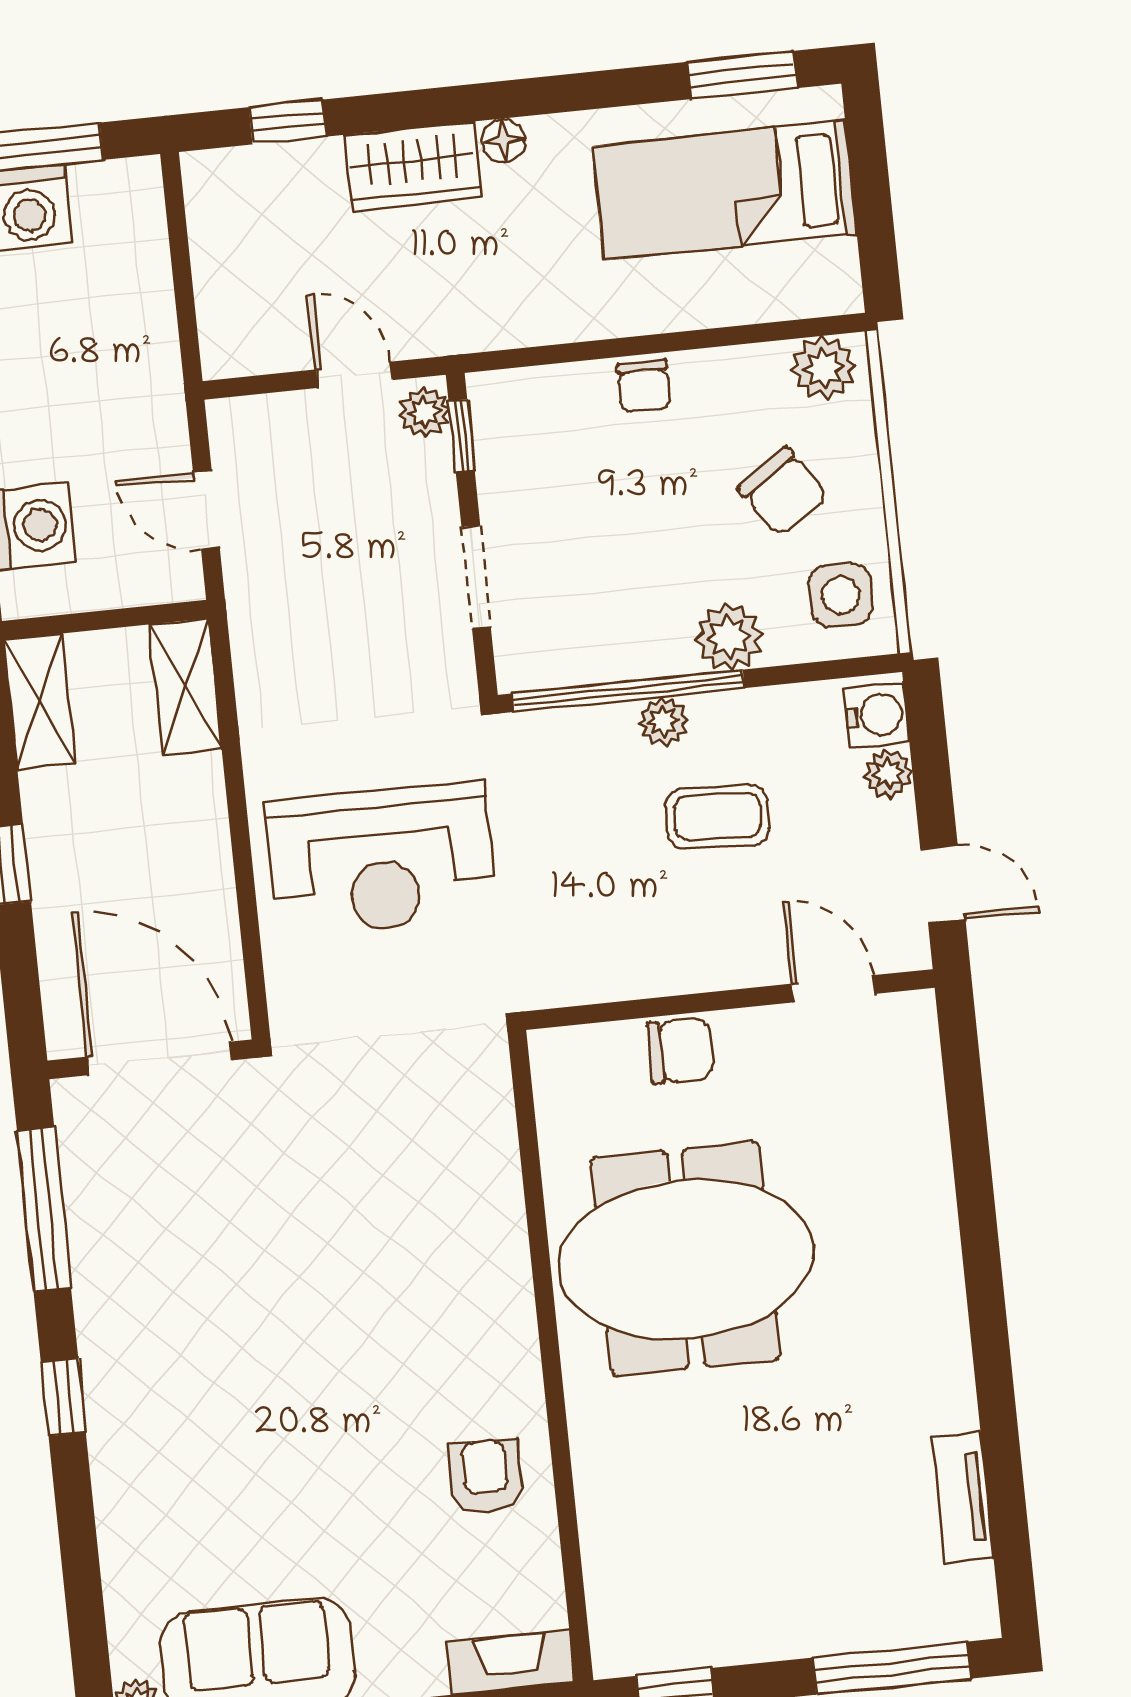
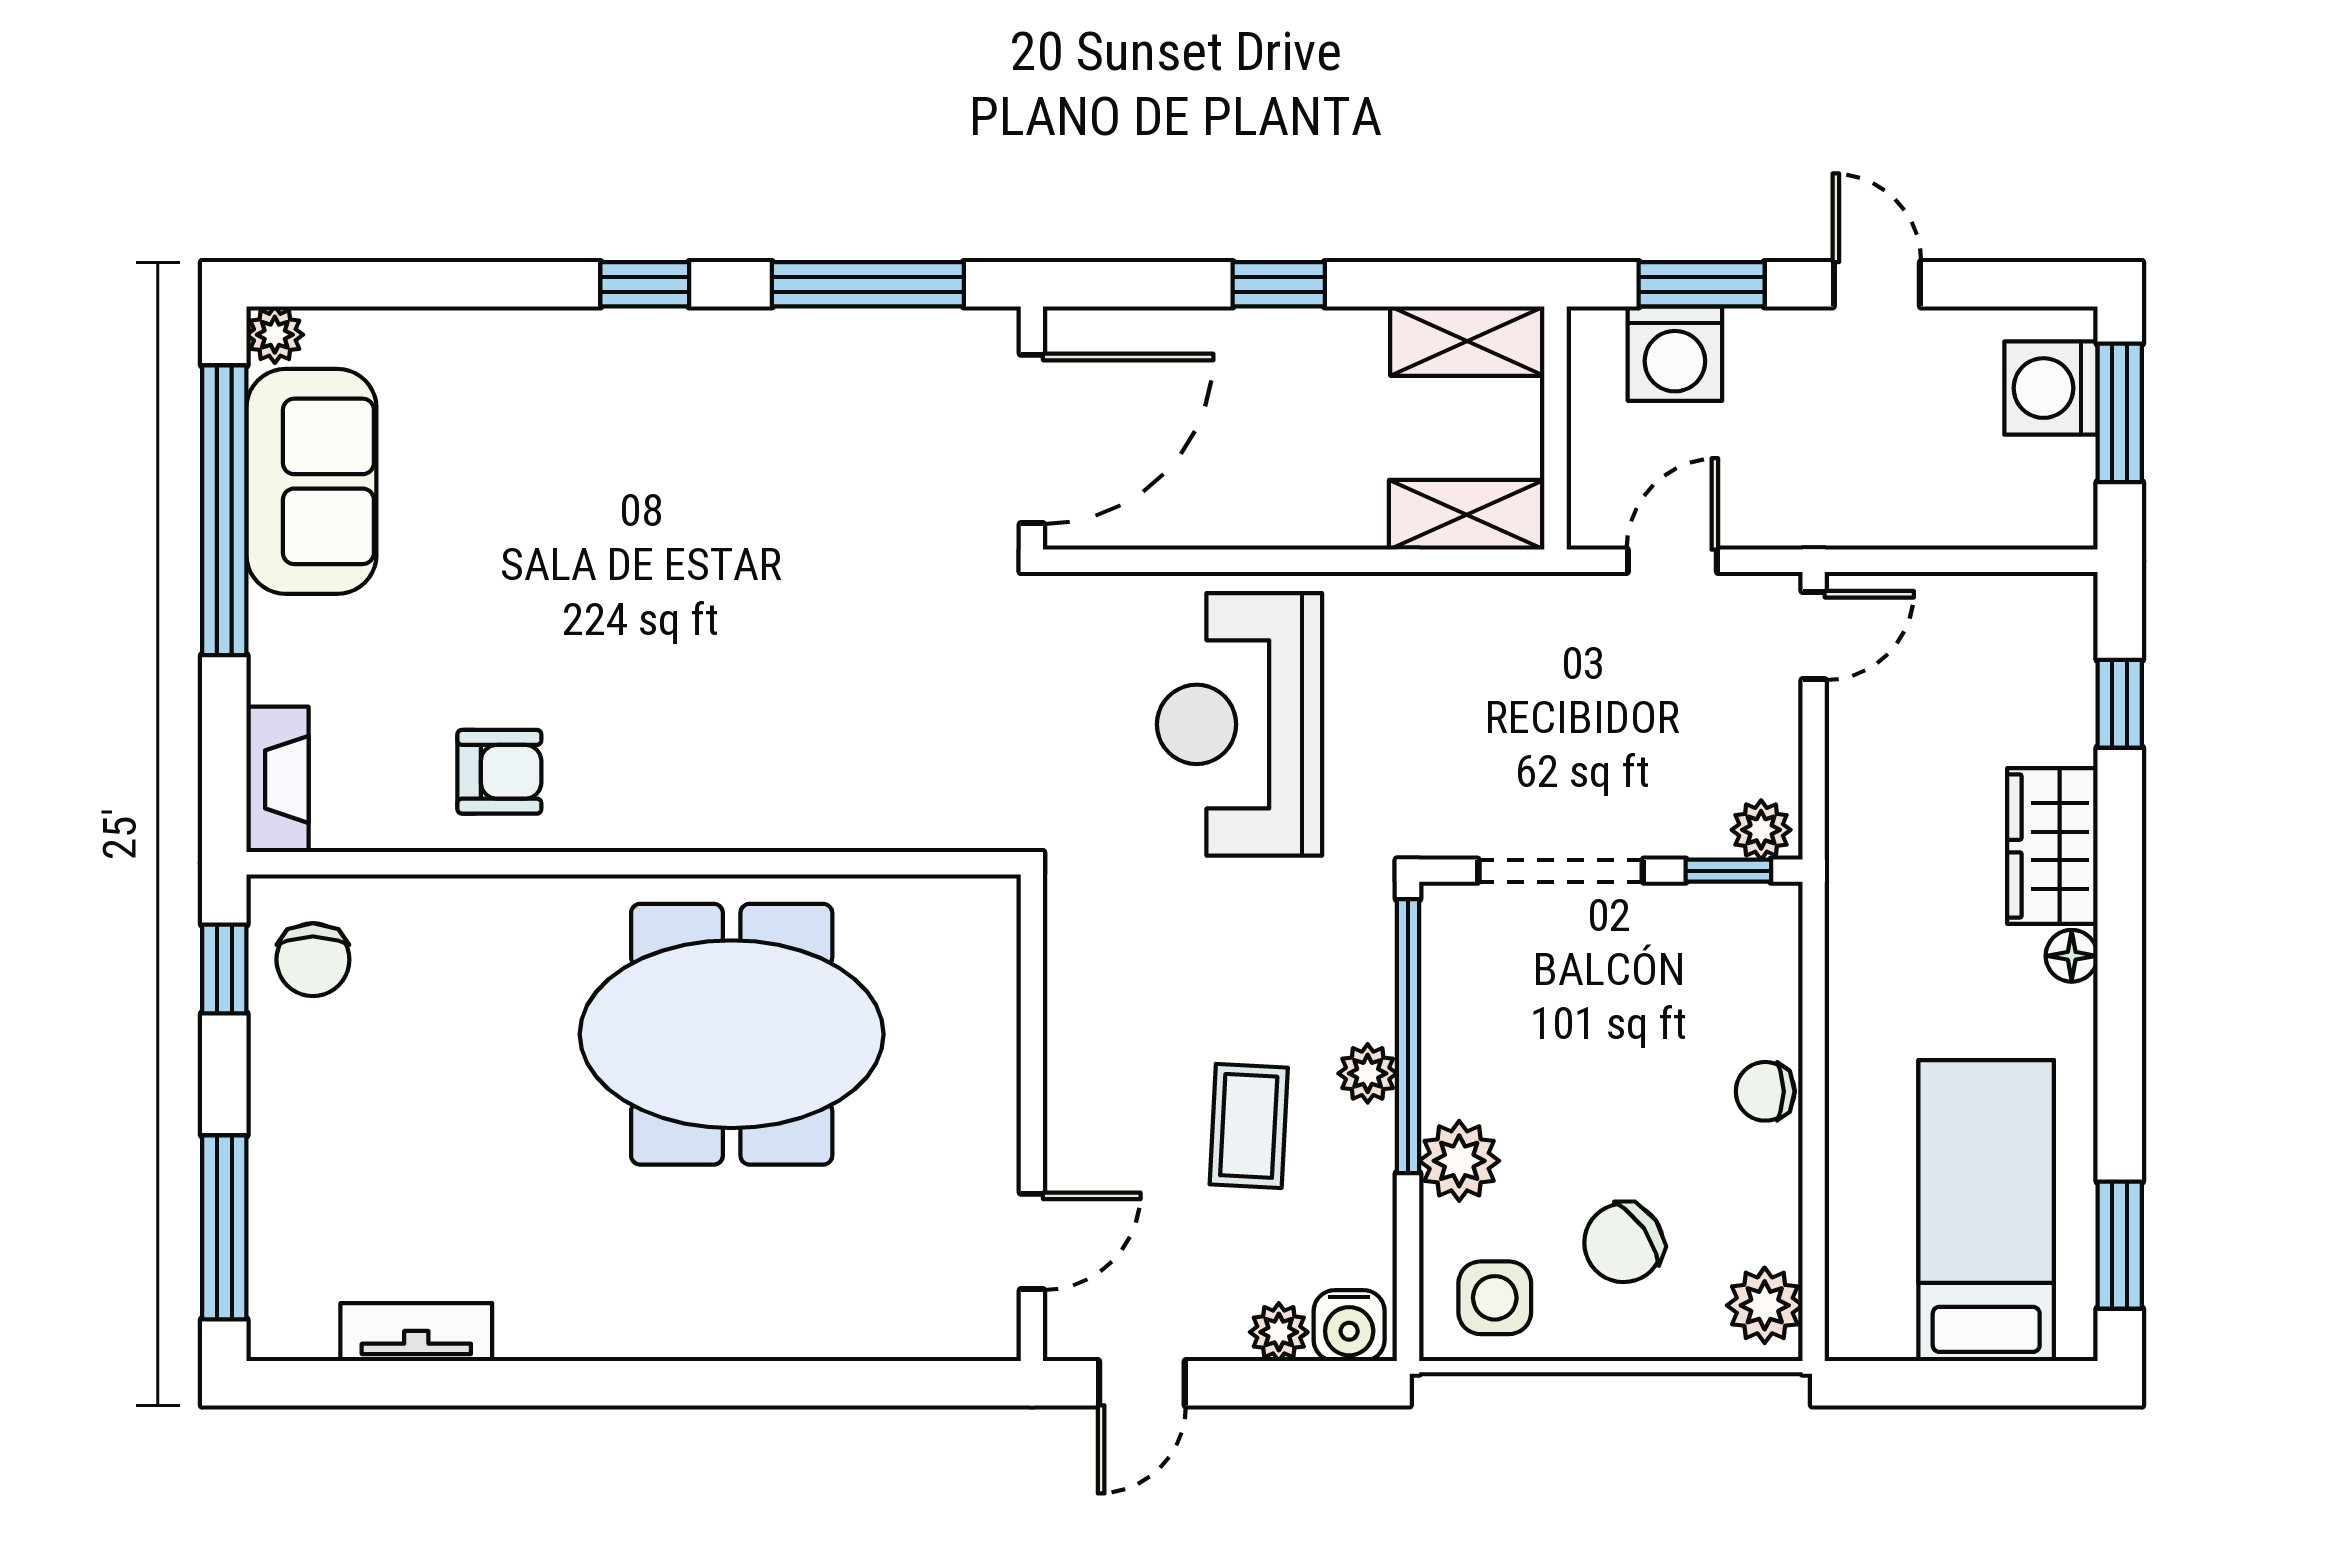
door: (354, 375) -> (1814, 636), moved
doorway: (476, 577) -> (1561, 871), width x1.38
chair: (680, 1051) -> (313, 960), moved
meeting table: (685, 1259) -> (732, 1034), turned 90

